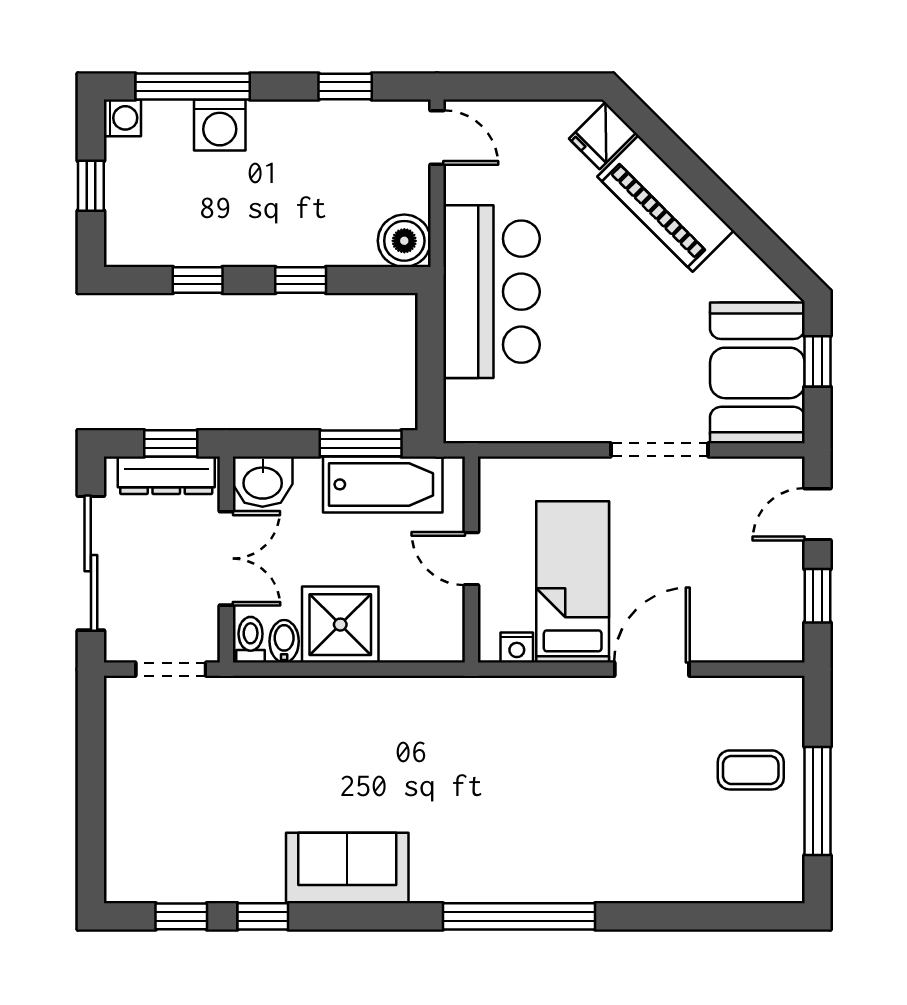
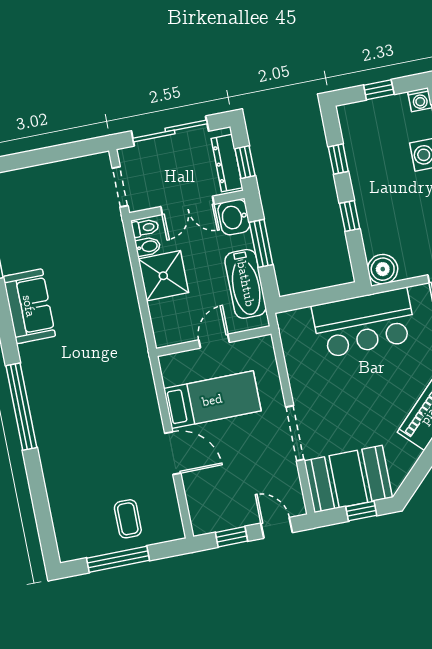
window: (361, 443) -> (261, 243), moved
nightstand: (517, 648) -> (170, 376), removed

